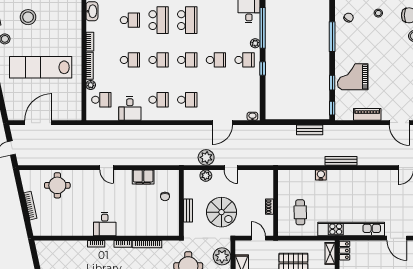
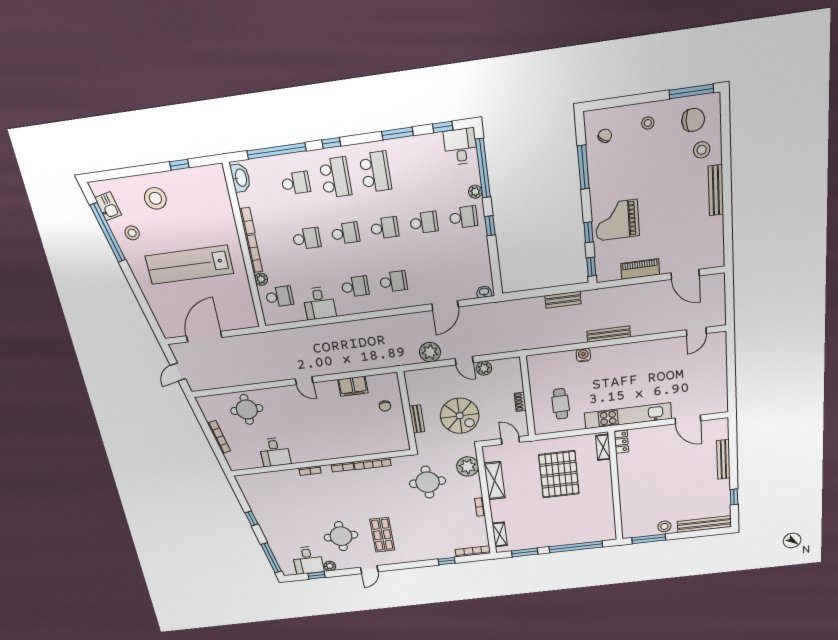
plant: (206, 176) -> (484, 368), moved
desk: (105, 224) -> (275, 452), moved

